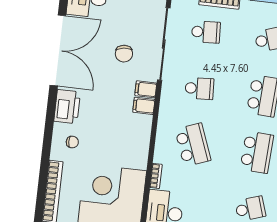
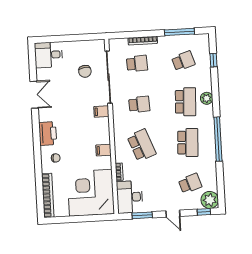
double door: (58, 50) -> (34, 95), width x0.54
chair: (124, 54) -> (85, 71), moved
filing cabinet: (144, 106) -> (103, 150), moved

